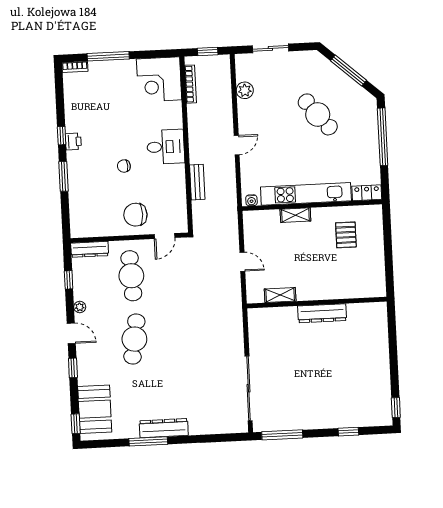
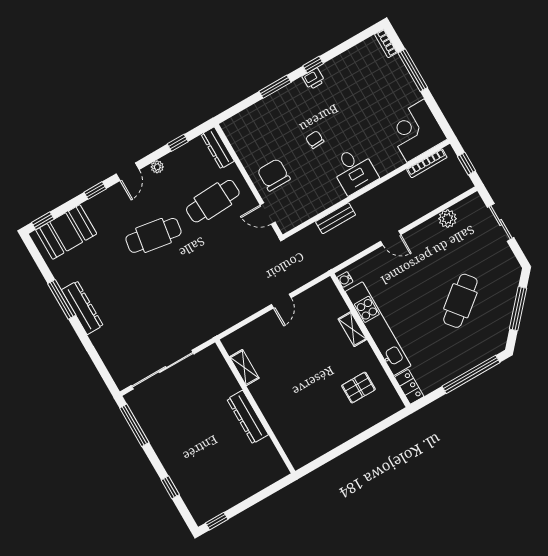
shelving: (280, 295) -> (244, 368), moved
wall: (317, 303) -> (255, 407), moved
dresser: (322, 313) -> (248, 417), moved

